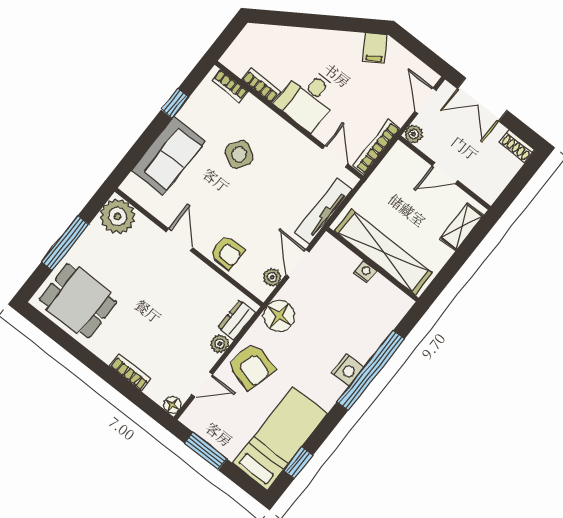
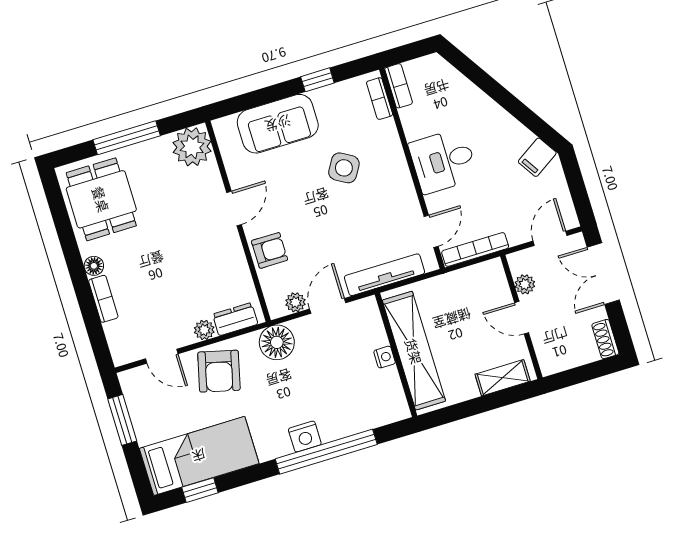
bookcase: (261, 85) -> (399, 86), moved
plant: (414, 134) -> (525, 284), moved
armchair: (227, 252) -> (270, 250), turned -90
floor lamp: (172, 405) -> (94, 266), moved

